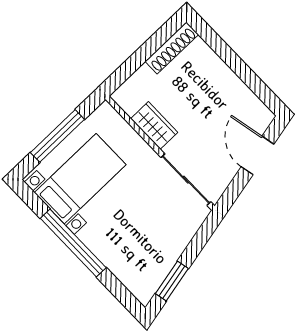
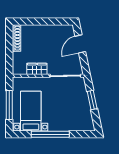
door: (258, 155) -> (80, 44), hinge flipped
window: (172, 281) -> (92, 100), moved

